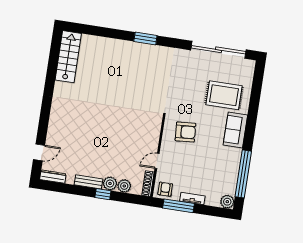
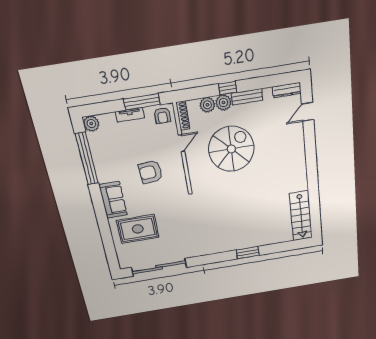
window: (145, 38) -> (248, 253), moved
armchair: (185, 132) -> (151, 172), moved
spiral stairs: (115, 142) -> (231, 149), added

